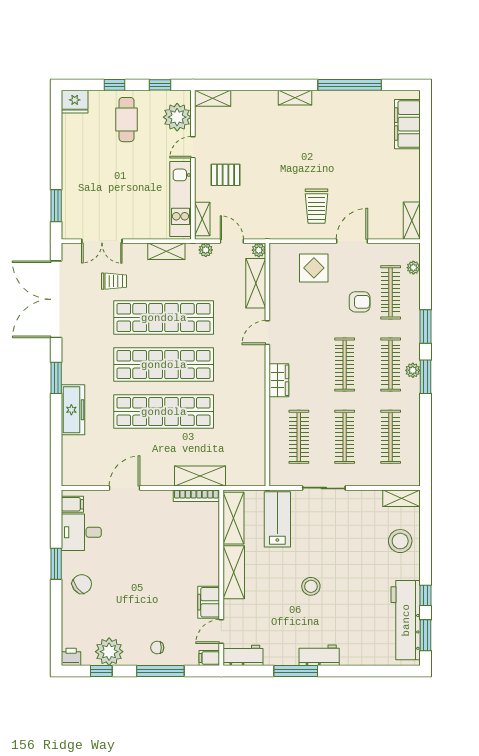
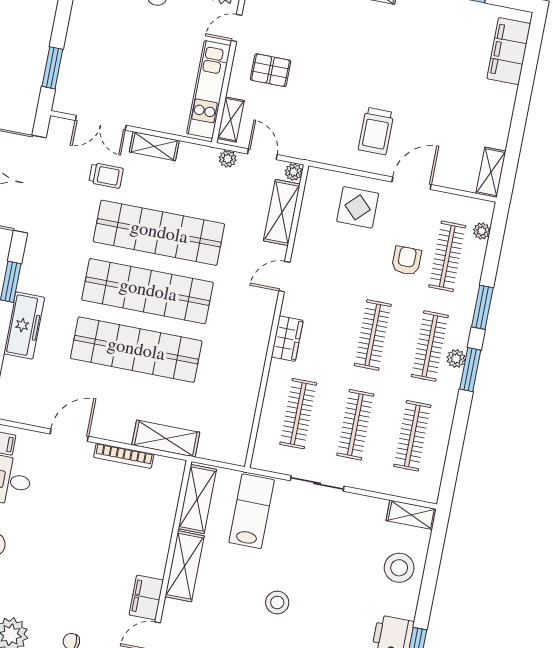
shelving: (166, 251) -> (154, 146), moved
armchair: (360, 302) -> (406, 261), turned -90
bookcase: (196, 496) -> (124, 456), moved

